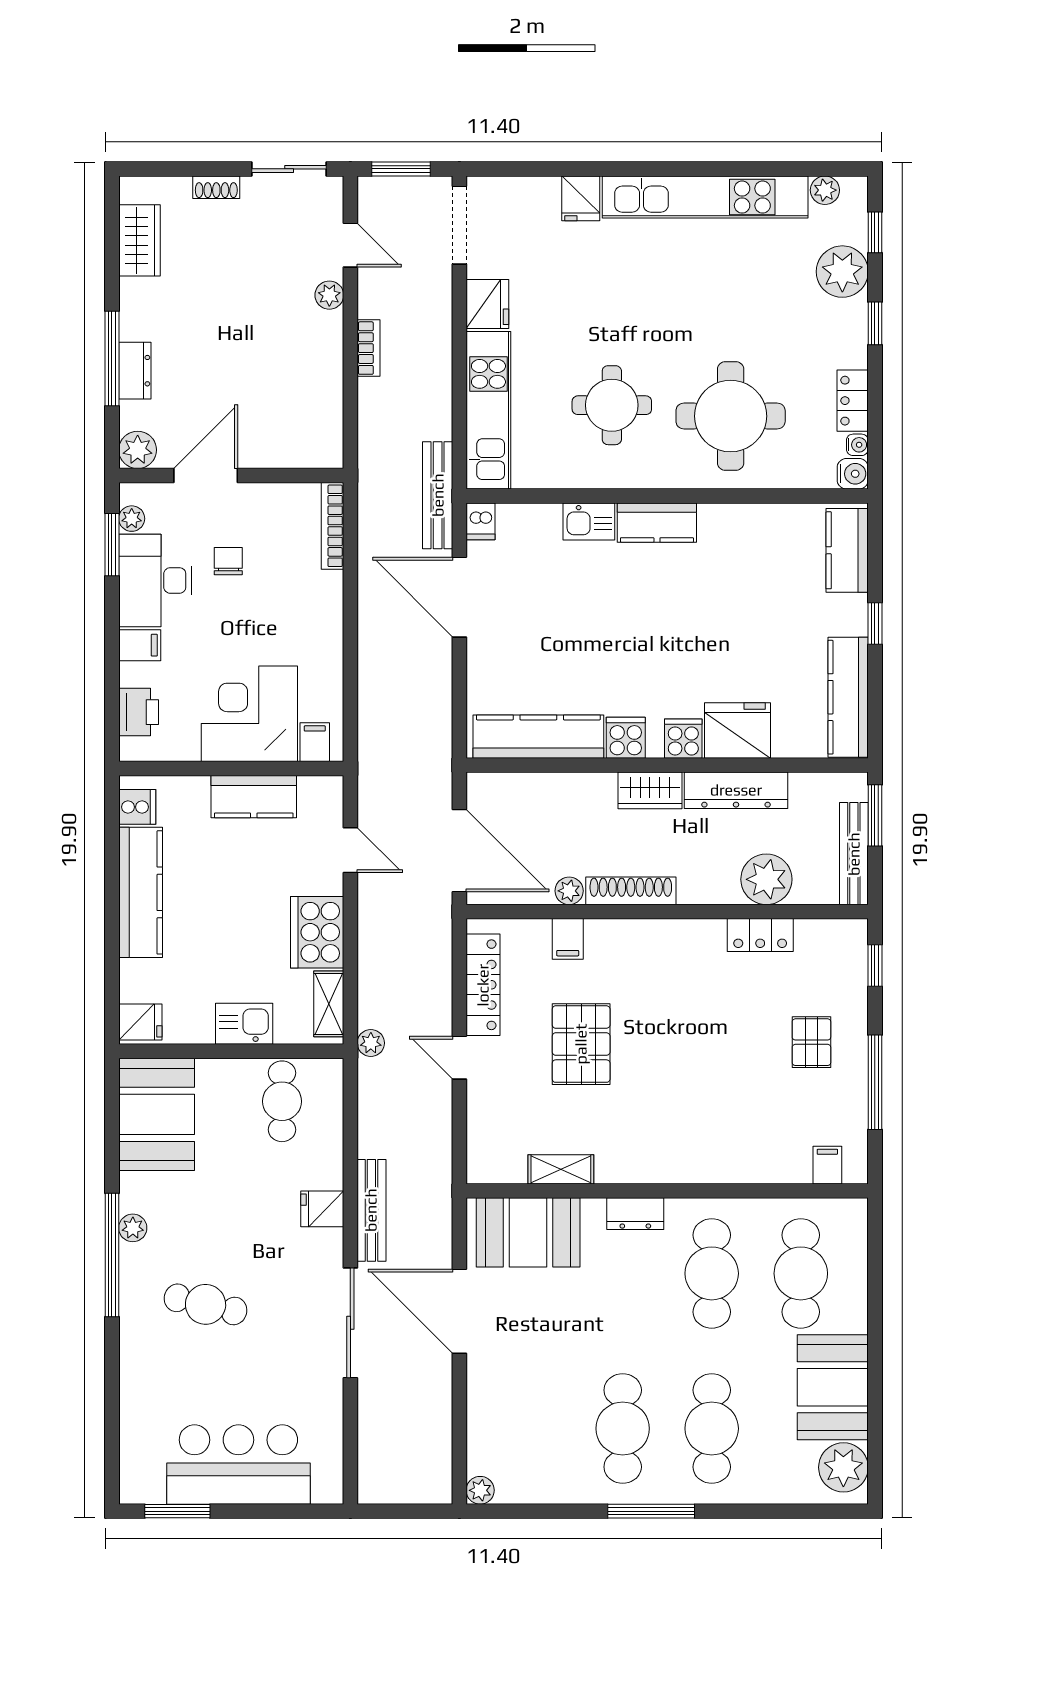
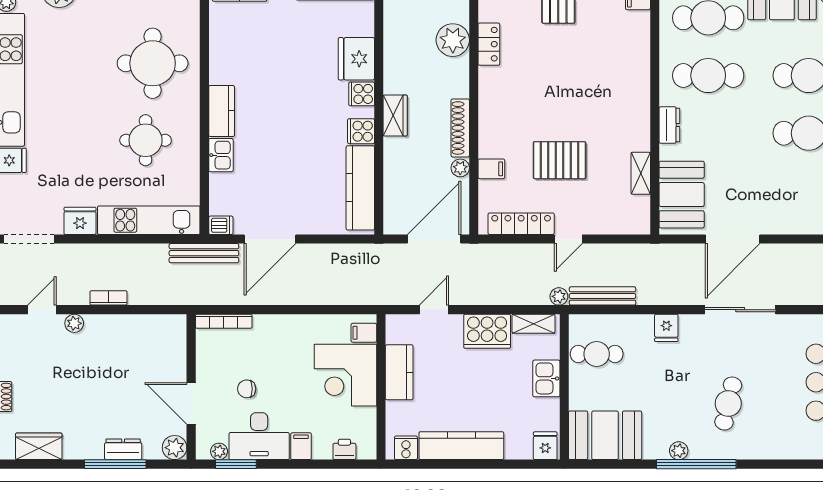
printer: (139, 712) -> (344, 449), width x0.73, depth x0.81
dresser: (736, 790) -> (395, 60), removed
bench: (371, 1210) -> (602, 296), moved

